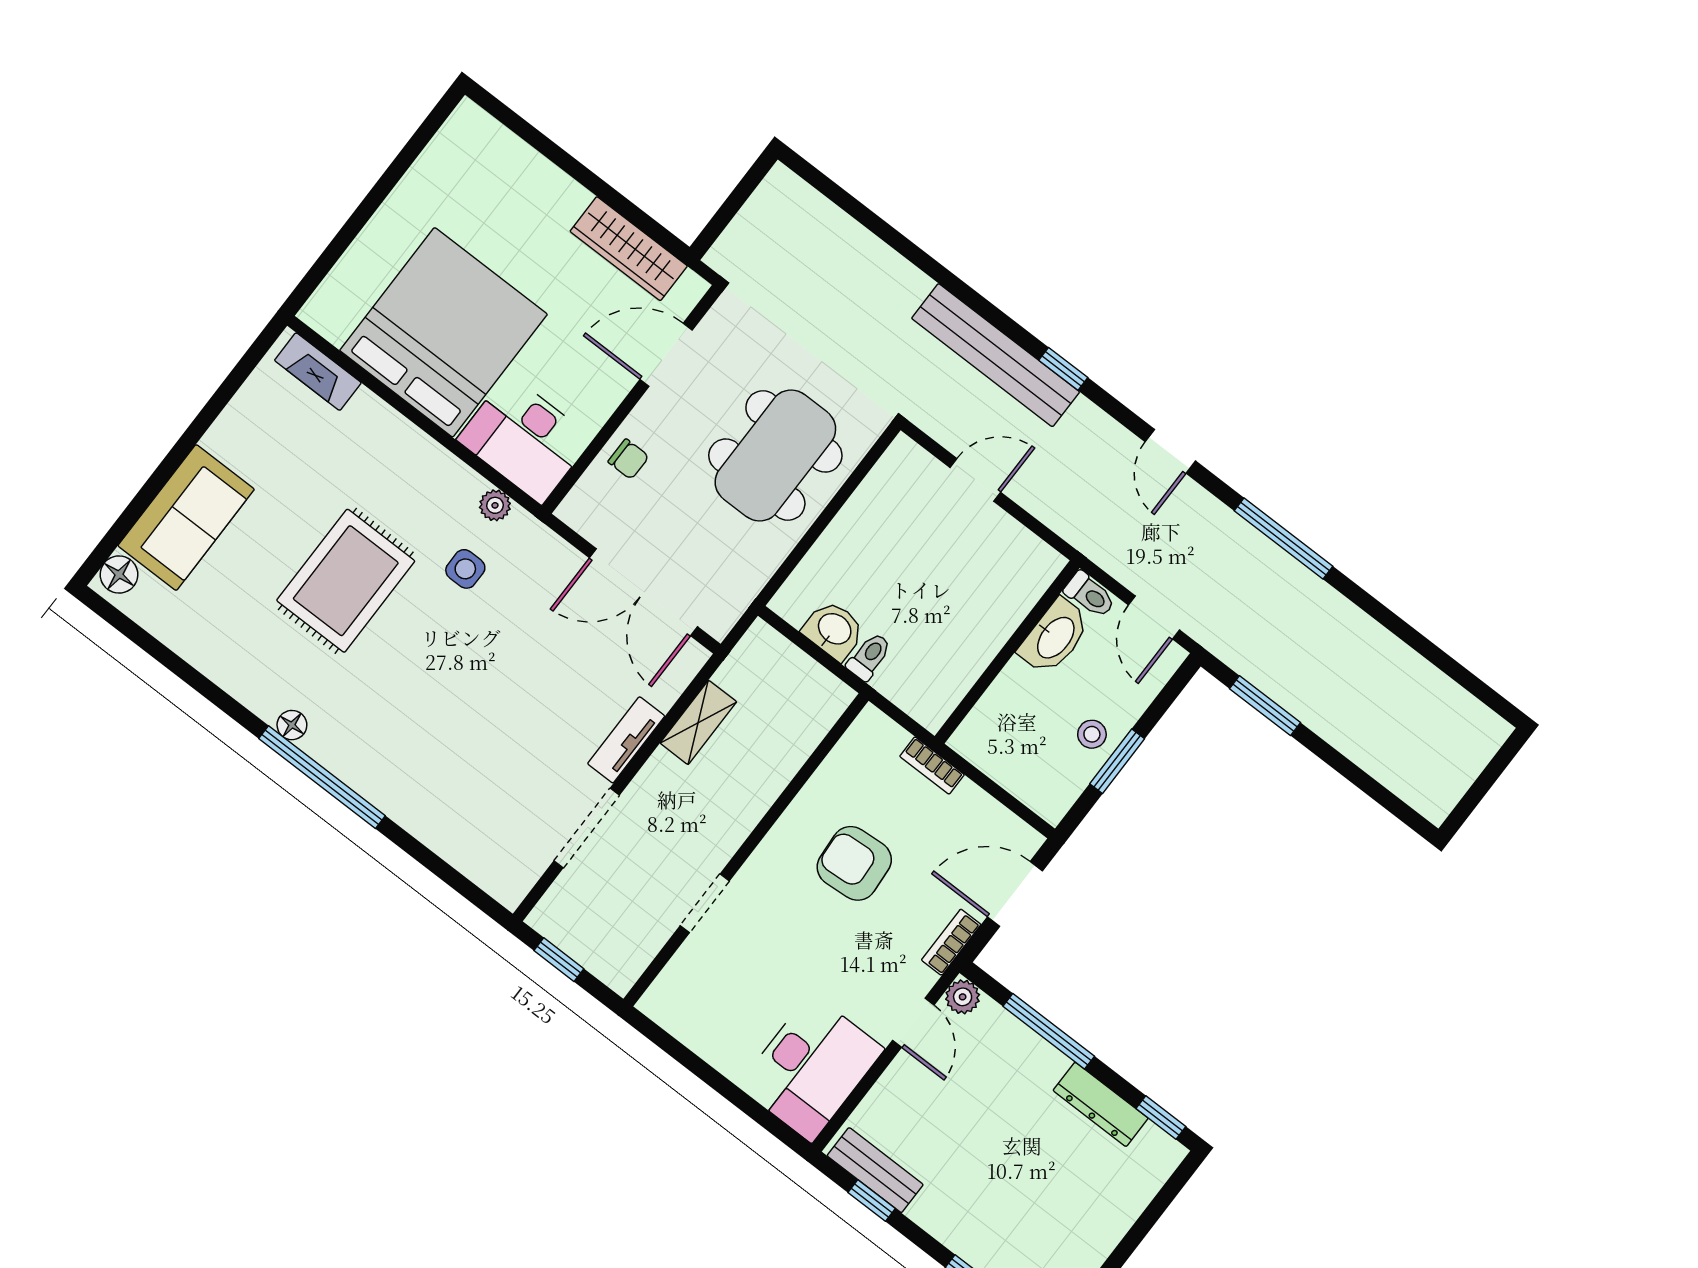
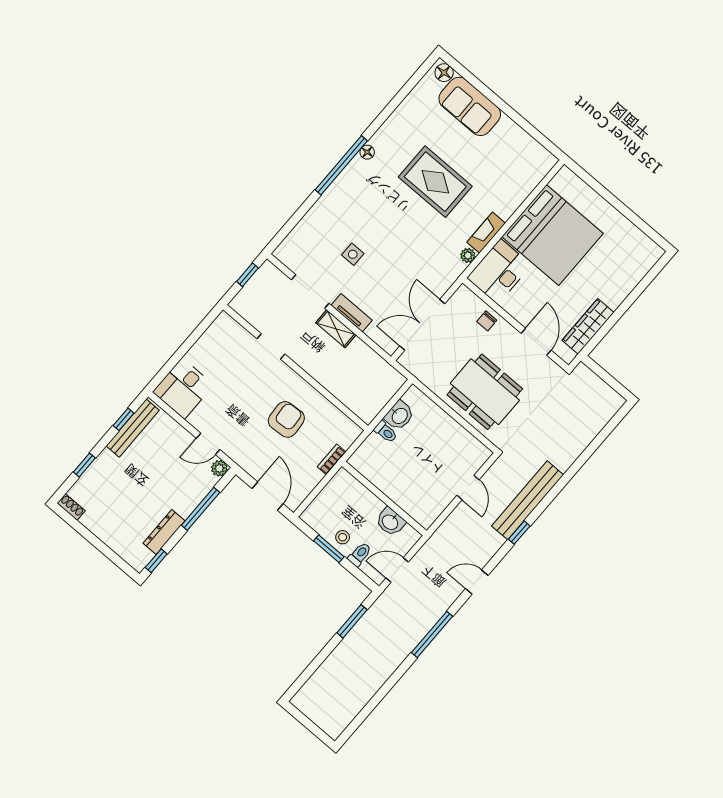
fireplace: (318, 372) -> (486, 233), moved
side table: (465, 569) -> (353, 254), moved
toilet: (1090, 595) -> (360, 554), moved, turned 180
washbasin: (1055, 637) -> (390, 522), width x0.72
shelving: (698, 722) -> (336, 329), moved
bookcase: (951, 942) -> (246, 464), removed
desk: (811, 1068) -> (183, 388), width x0.73
bench: (875, 1170) -> (133, 428), width x1.36

